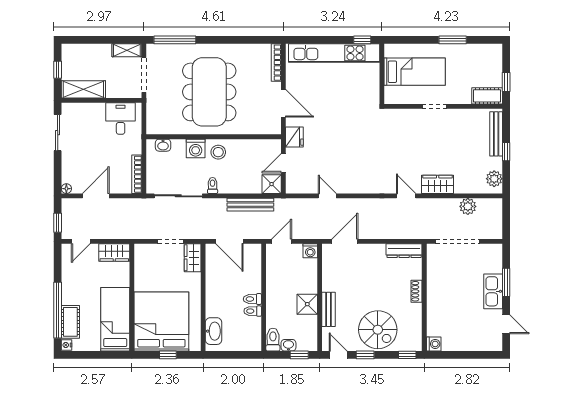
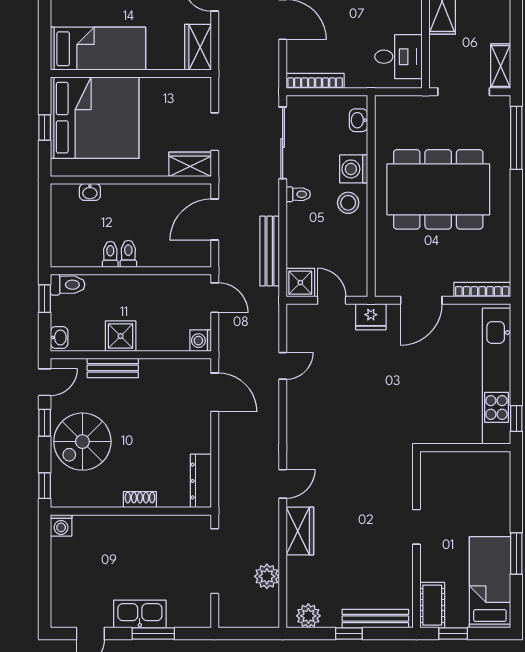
bed: (415, 72) -> (490, 582), moved, turned 180
washbasin: (214, 331) -> (90, 192), width x0.52, depth x0.69
washbasin: (288, 345) -> (59, 337), moved
window: (299, 355) -> (45, 299), moved

